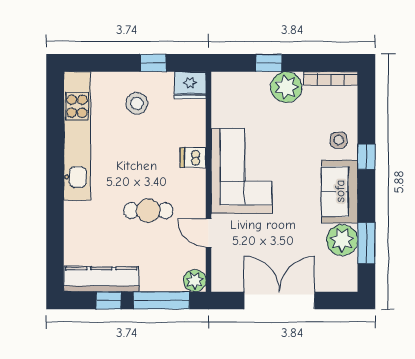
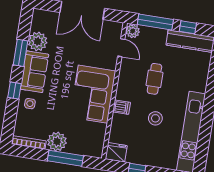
window: (269, 63) -> (65, 158), width x2.17
stool: (137, 103) -> (155, 118), moved
cafe table: (148, 211) -> (154, 79), turned 90
door: (209, 233) -> (121, 48), moved
window: (366, 243) -> (20, 53), moved

